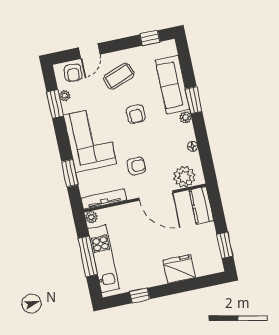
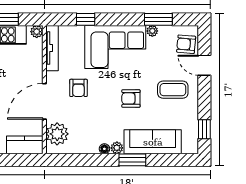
coffee table: (119, 76) -> (173, 90), turned -70
plant: (65, 96) -> (152, 31), moved
floor lamp: (193, 146) -> (104, 149), moved
window: (70, 173) -> (86, 19), width x0.67

